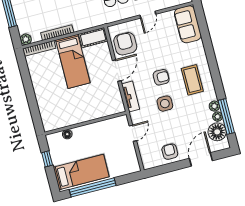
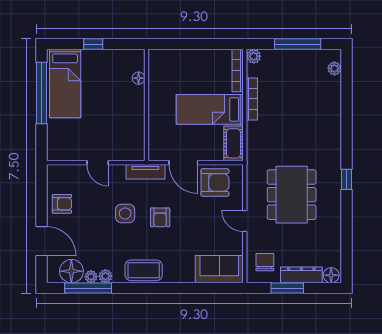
coffee table: (192, 80) -> (144, 270), moved
wall: (85, 123) -> (147, 105), moved
floor lamp: (67, 134) -> (139, 78), moved

